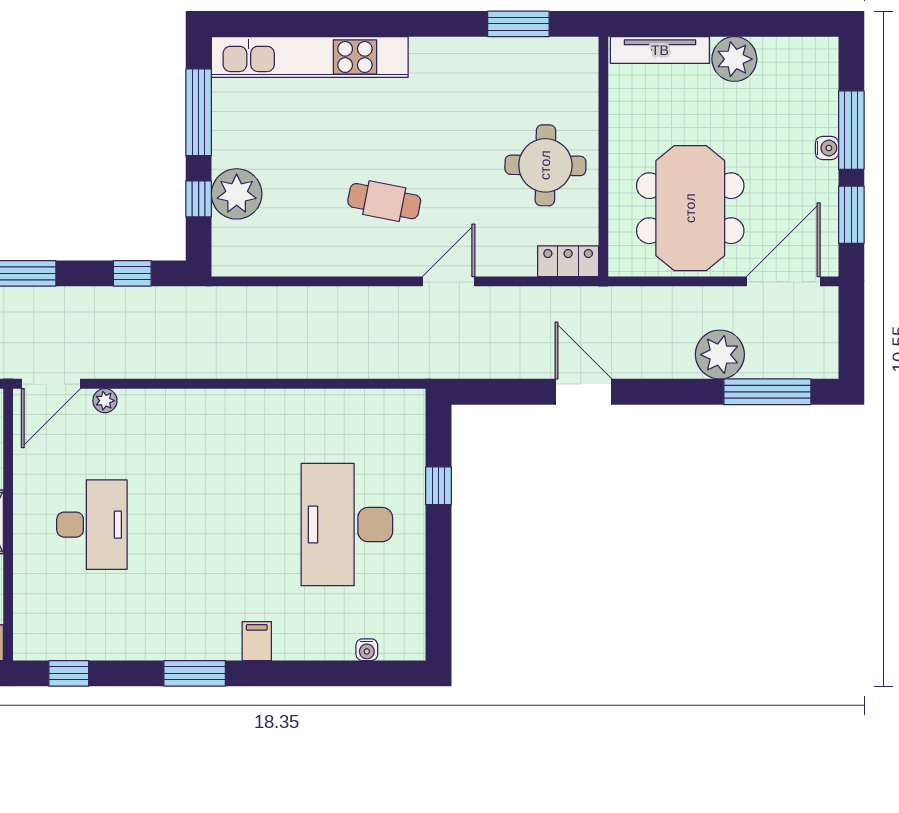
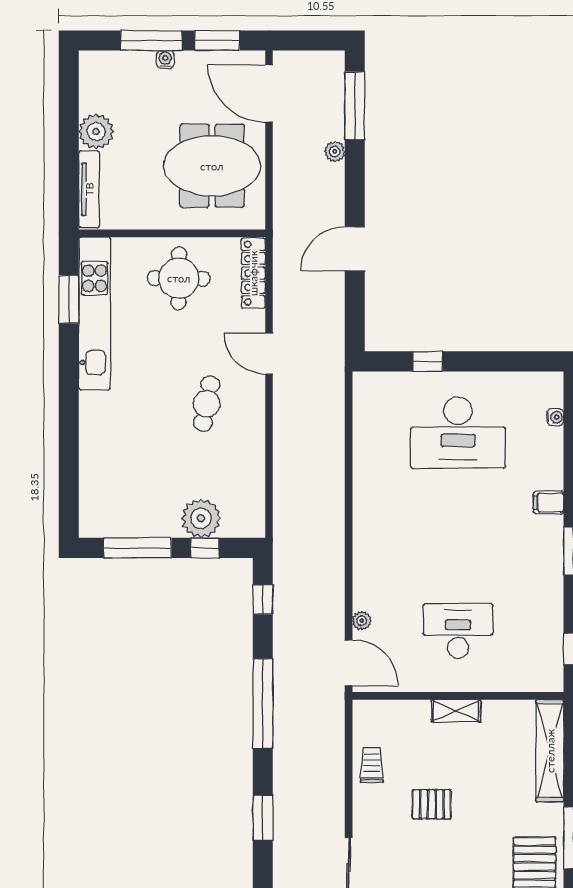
kitchen unit: (310, 57) -> (95, 313), moved
locker: (568, 261) -> (253, 273), width x1.53
plant: (720, 355) -> (335, 152), width x0.53, depth x0.53

